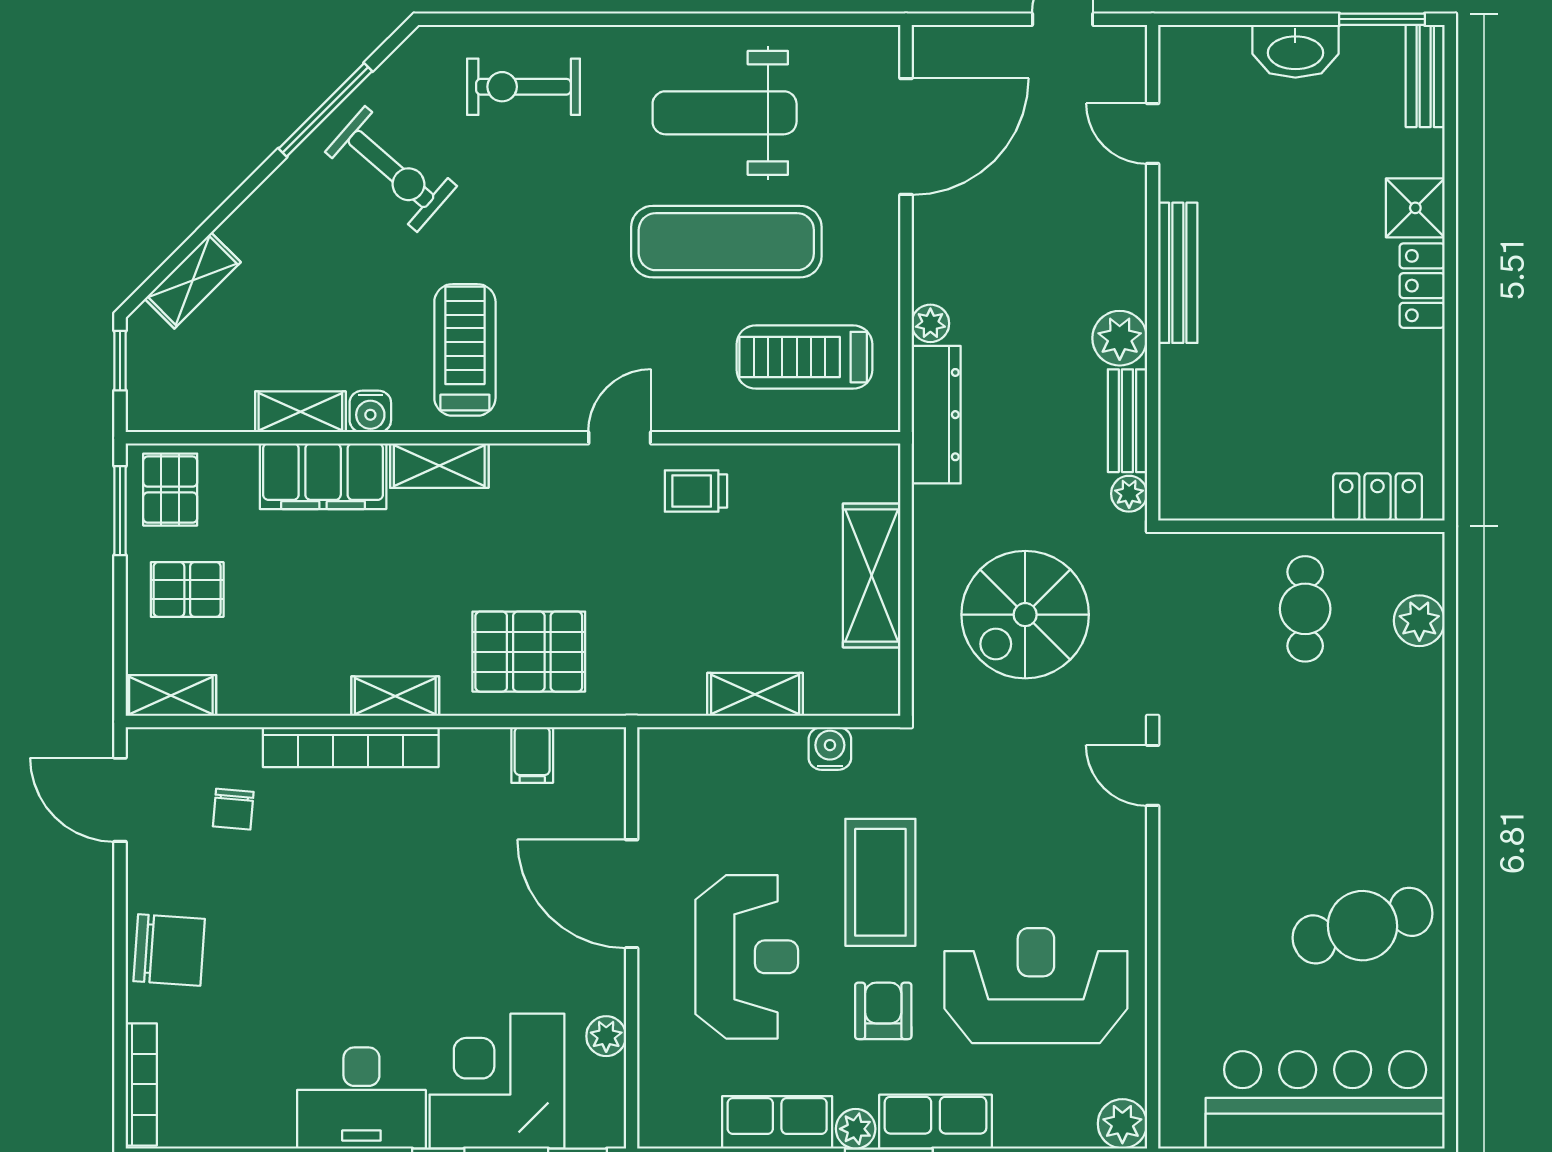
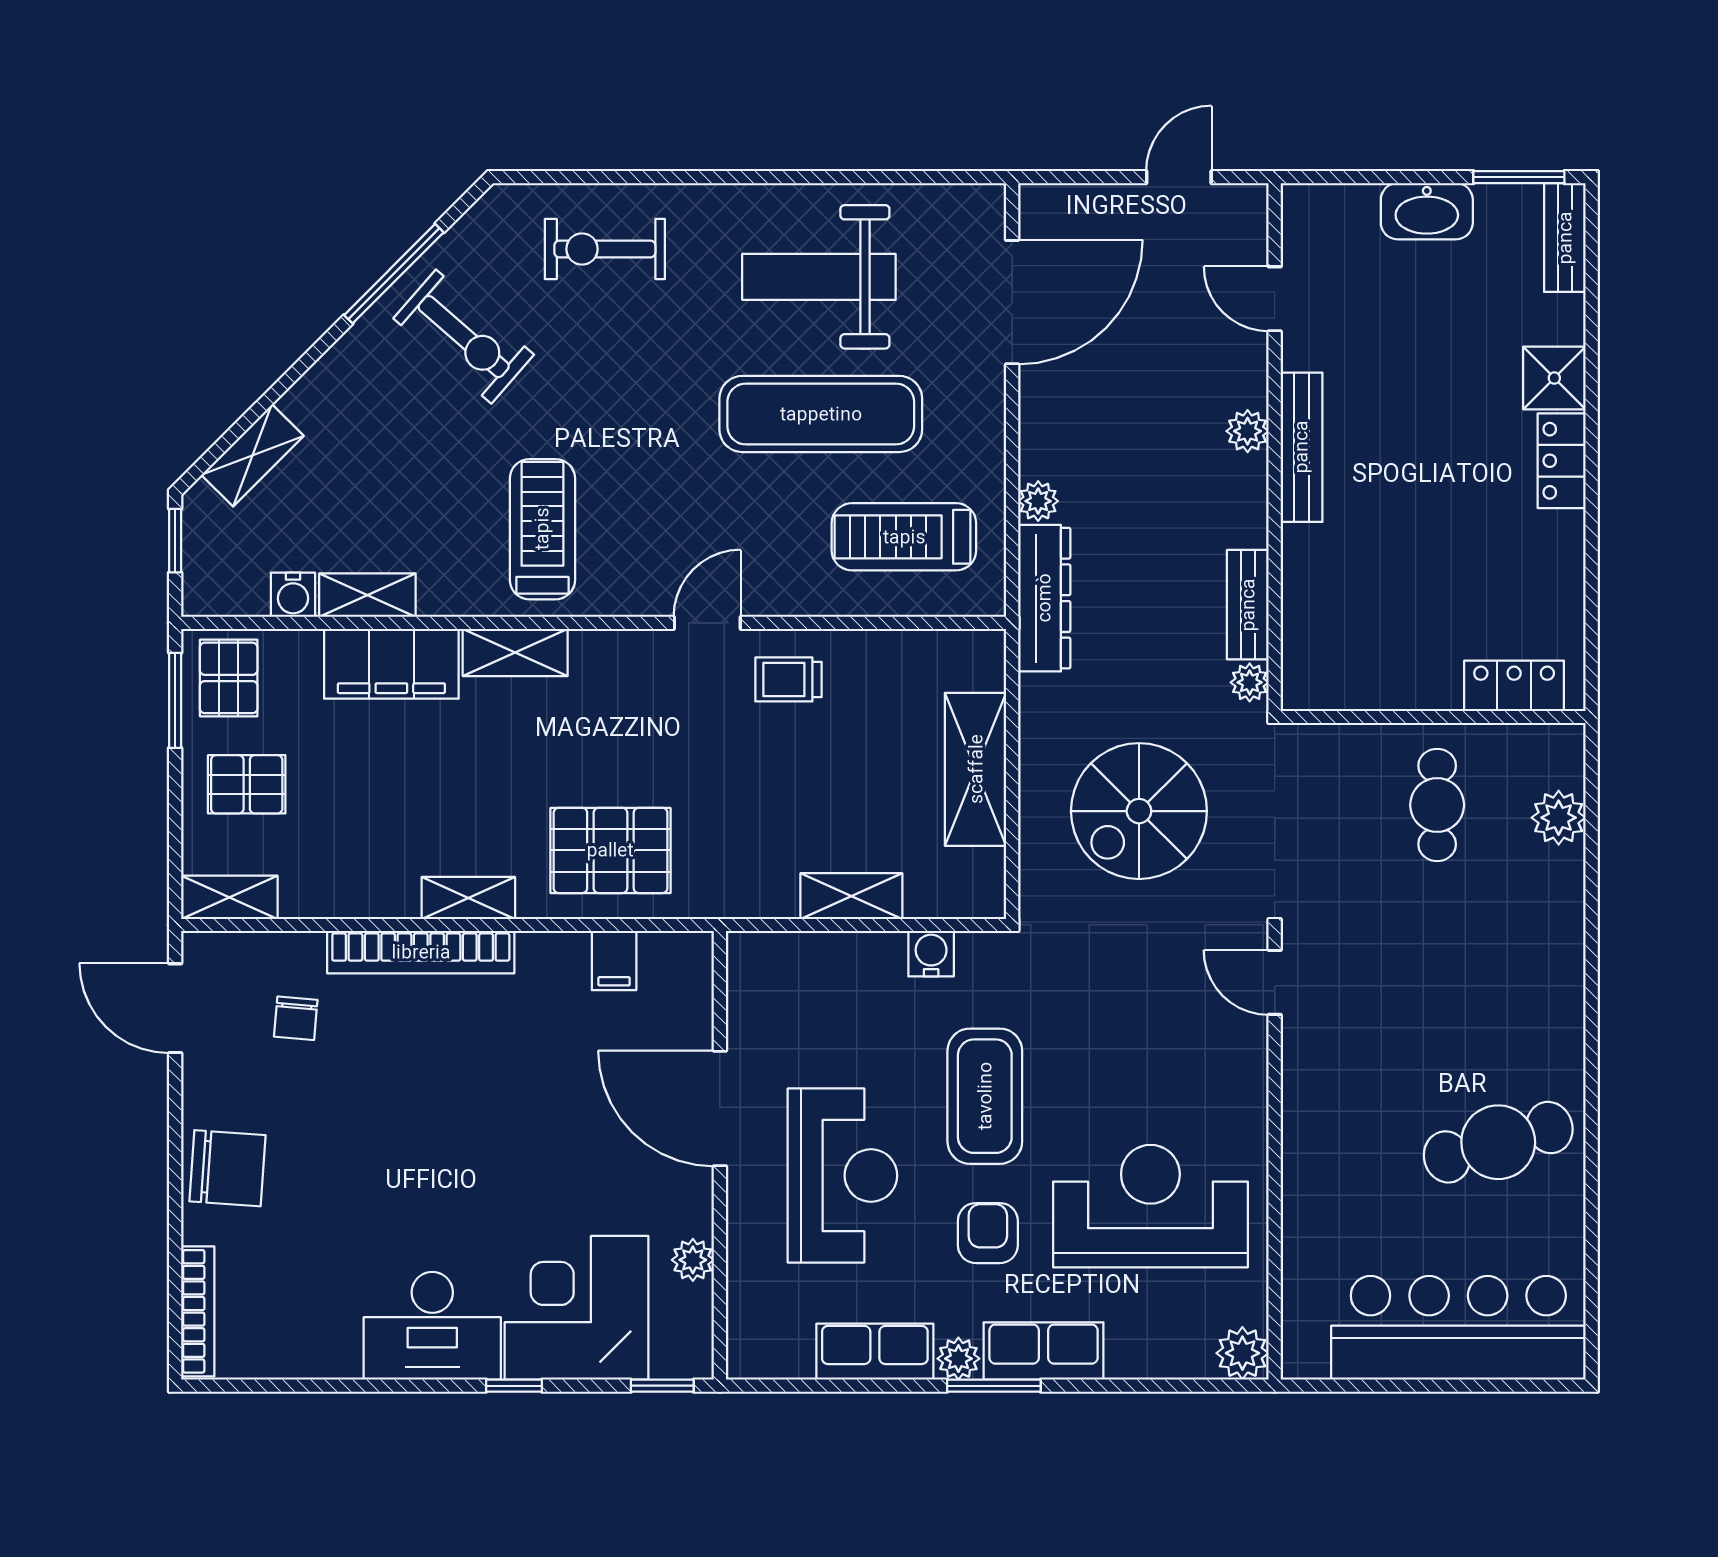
plant: (1120, 338) -> (1248, 431), moved, width x0.73, depth x0.73
water cooler: (370, 411) -> (293, 595), moved

